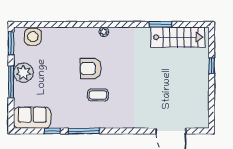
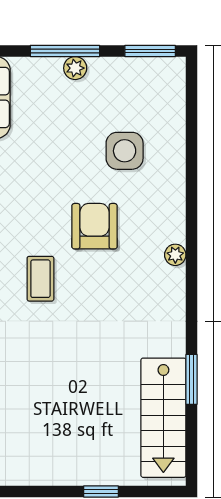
side table: (33, 37) -> (125, 151), moved
plant: (23, 73) -> (75, 68), width x0.53, depth x0.53
coffee table: (98, 95) -> (40, 279), moved

